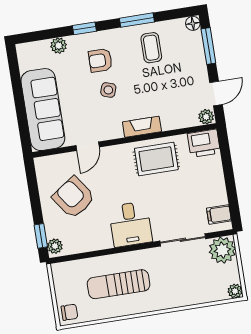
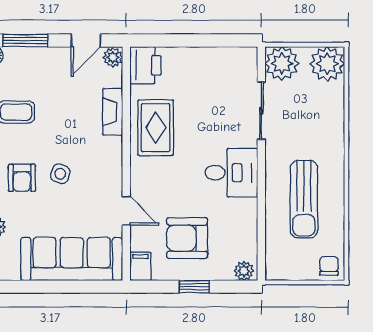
door: (216, 93) -> (86, 40), swing flipped
fireplace: (142, 127) -> (113, 112), moved
armchair: (74, 197) -> (187, 238), turned 35
filing cabinet: (219, 214) -> (140, 266), moved, turned 180
window: (41, 236) -> (194, 287), moved
plant: (235, 291) -> (327, 64), width x1.88, depth x1.88

